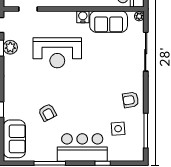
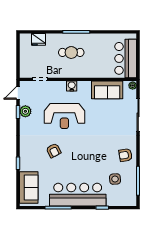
water cooler: (83, 17) -> (72, 86), moved
armchair: (47, 112) -> (54, 150), moved
bar counter: (82, 147) -> (78, 195), width x1.36

